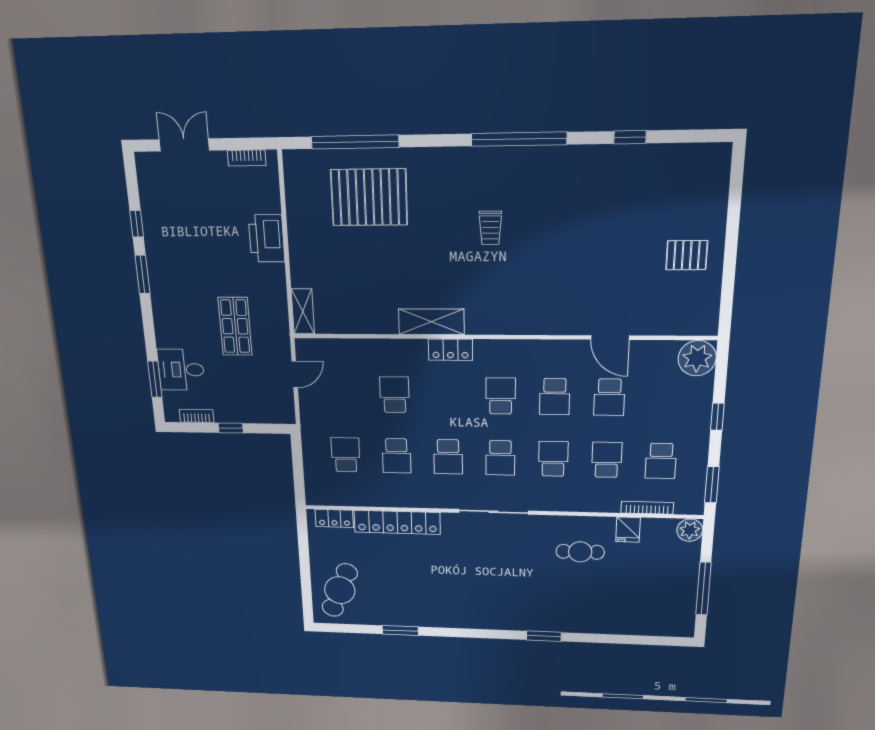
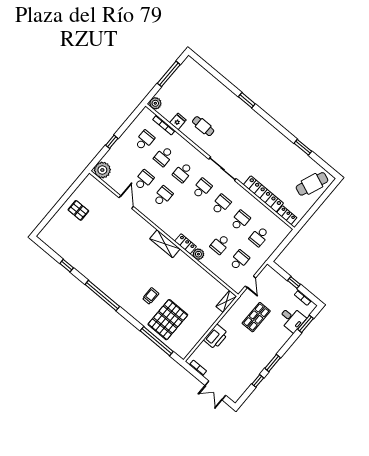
pallet: (369, 197) -> (168, 320), turned 90
trolley: (490, 228) -> (151, 296), moved
shelving: (431, 322) -> (165, 244), moved
plant: (415, 350) -> (198, 254), added
door: (295, 374) -> (250, 282), swing flipped
school desk: (501, 396) -> (239, 260), moved, turned 180
window: (712, 485) -> (133, 116), removed

